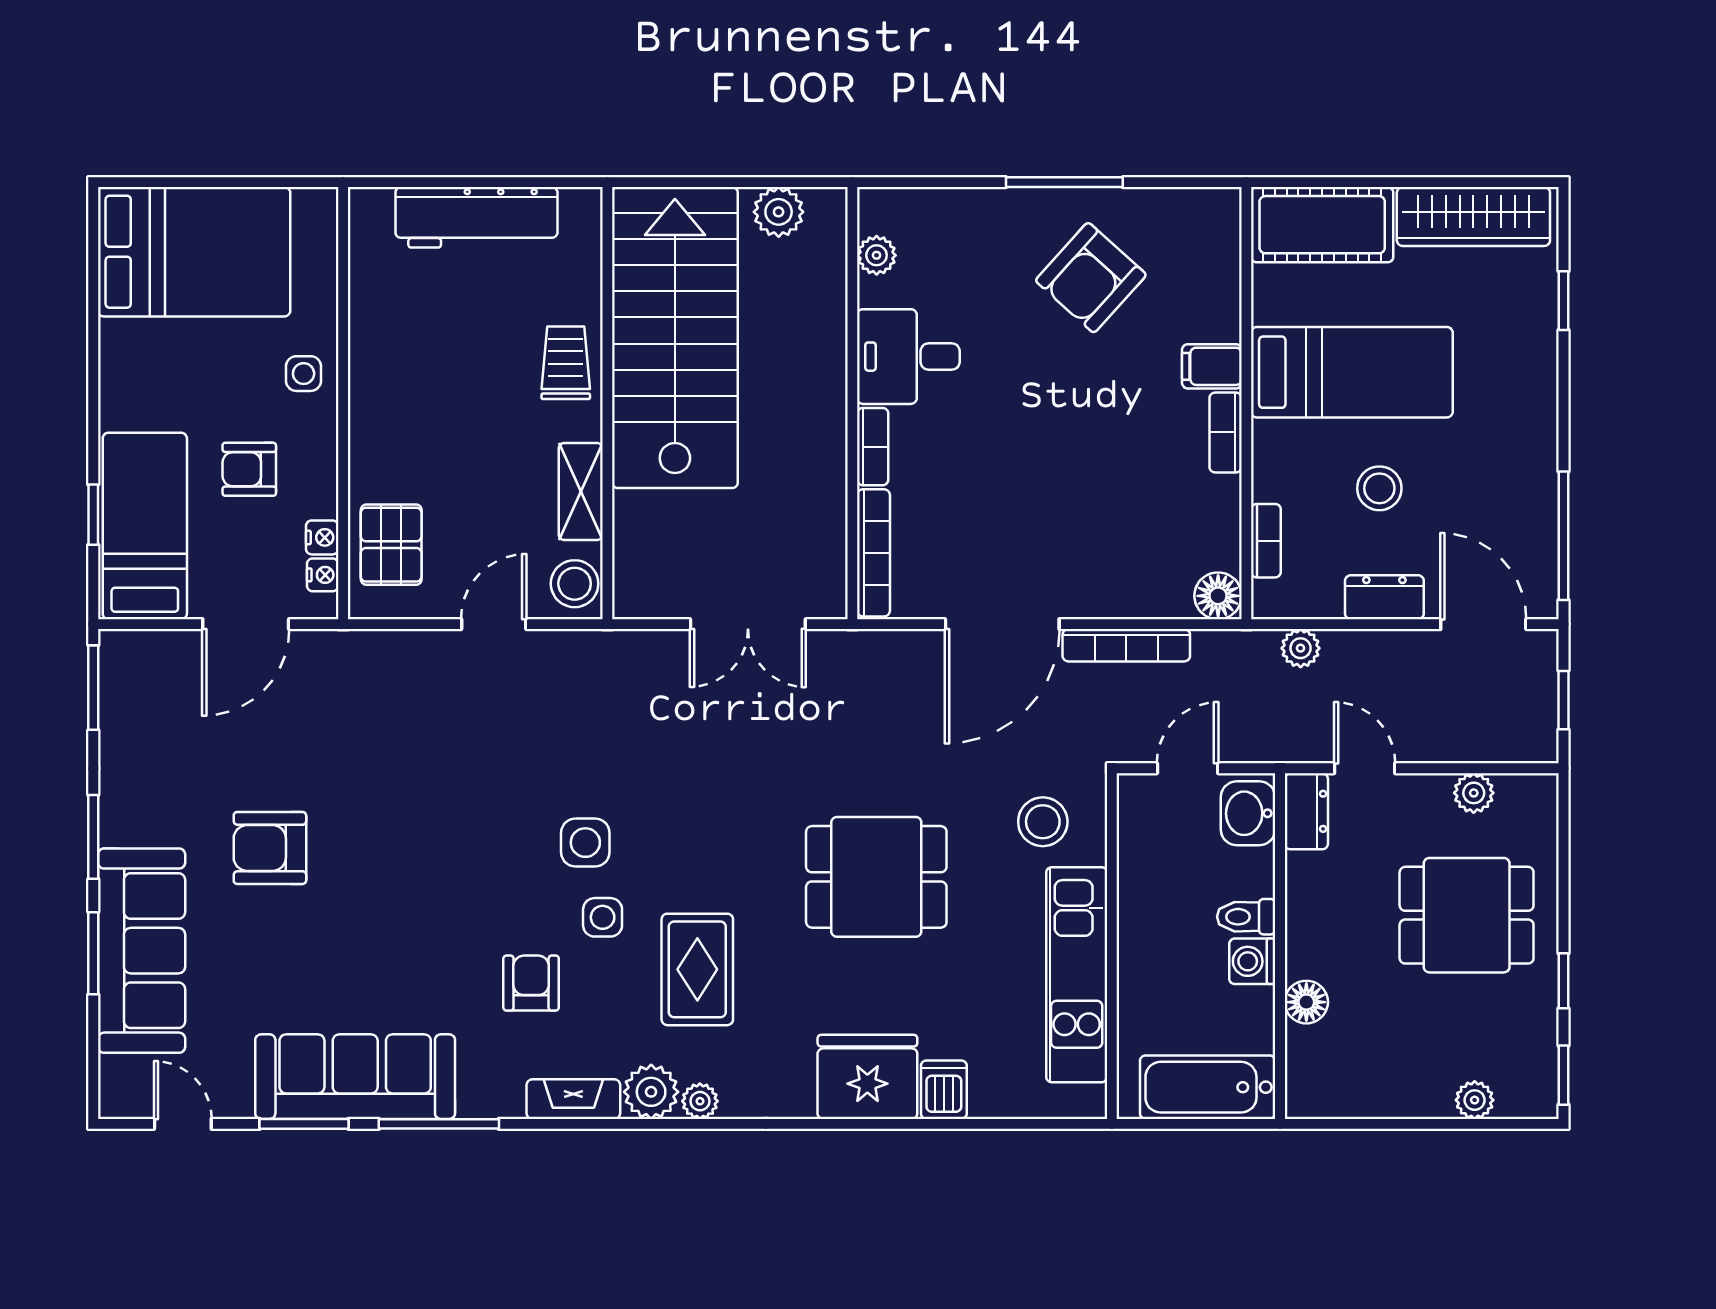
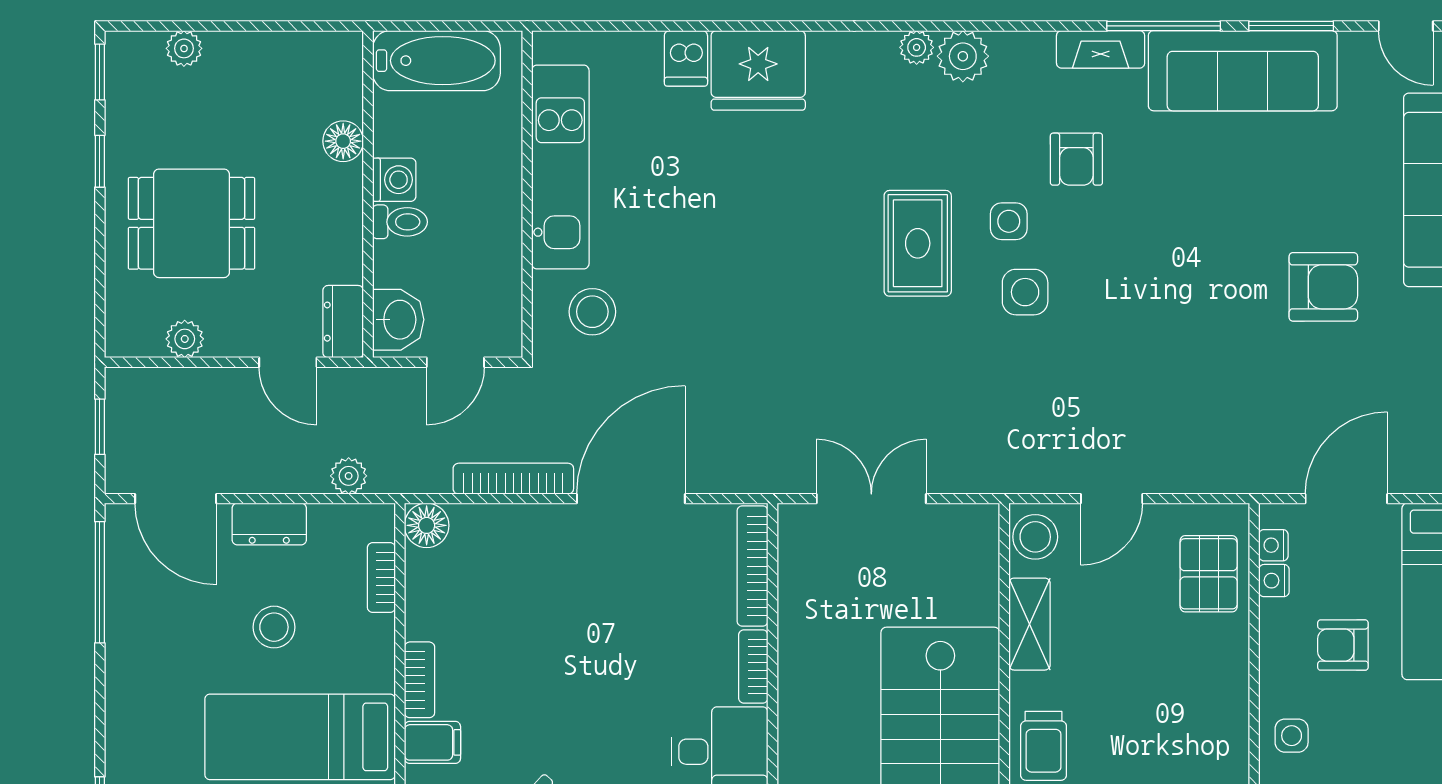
armchair: (249, 469) -> (1343, 645), turned 180
dining table: (876, 877) -> (750, 260), removed
rug: (697, 969) -> (918, 243), moved
fireplace: (573, 1099) -> (1101, 49), moved

